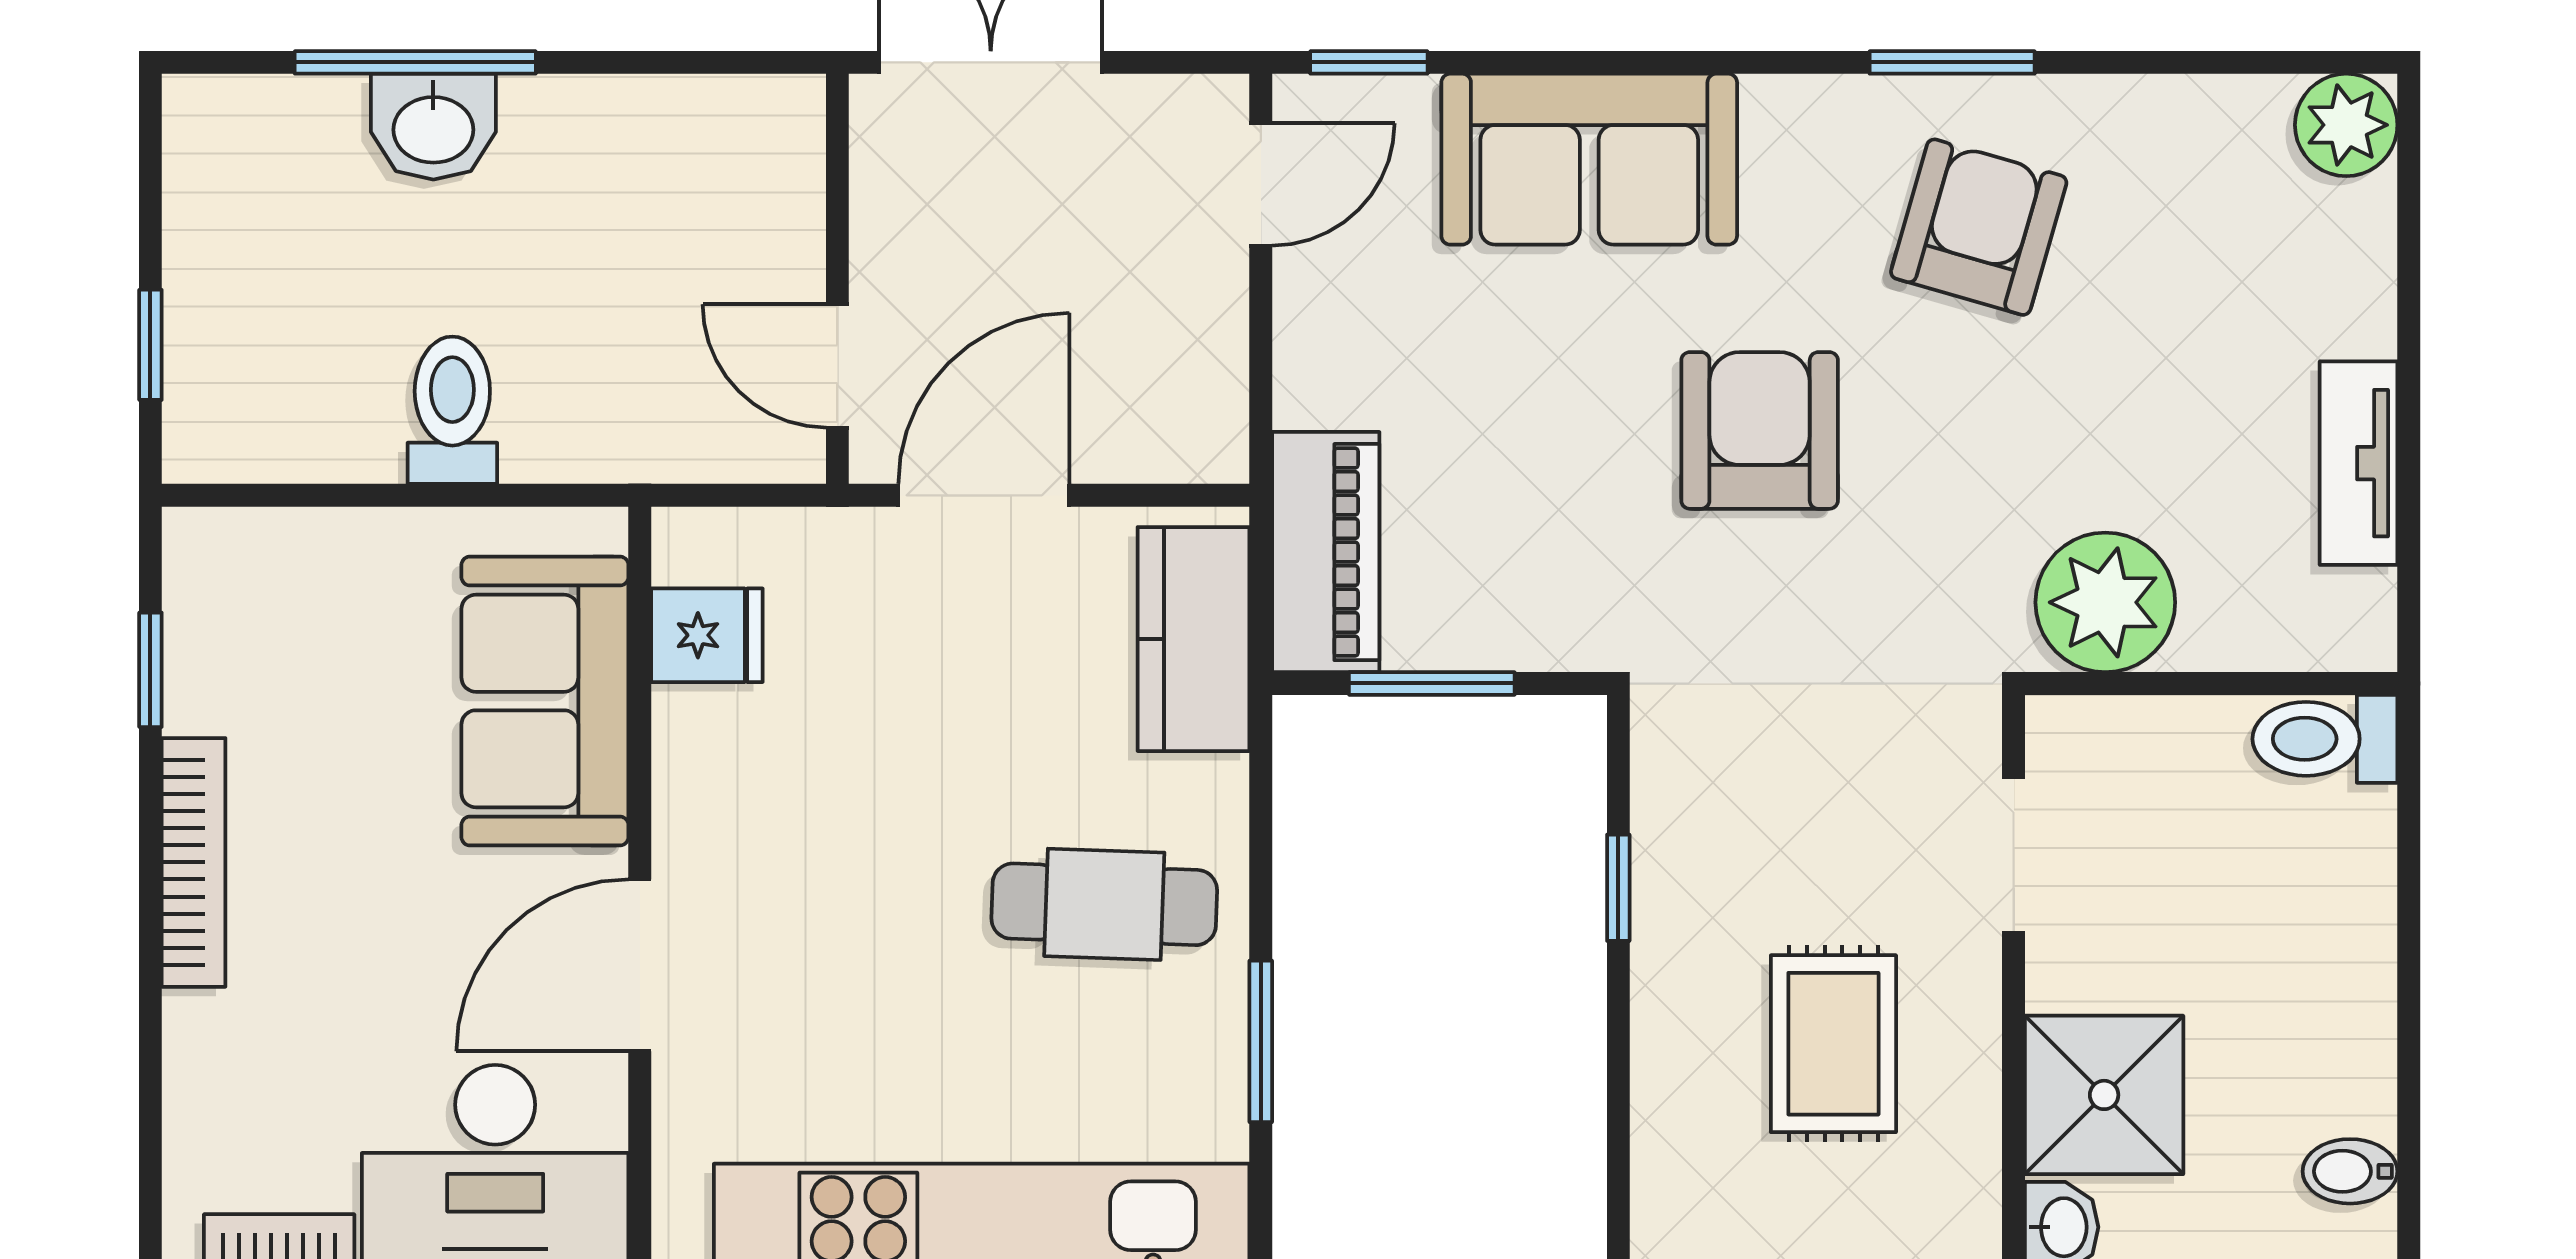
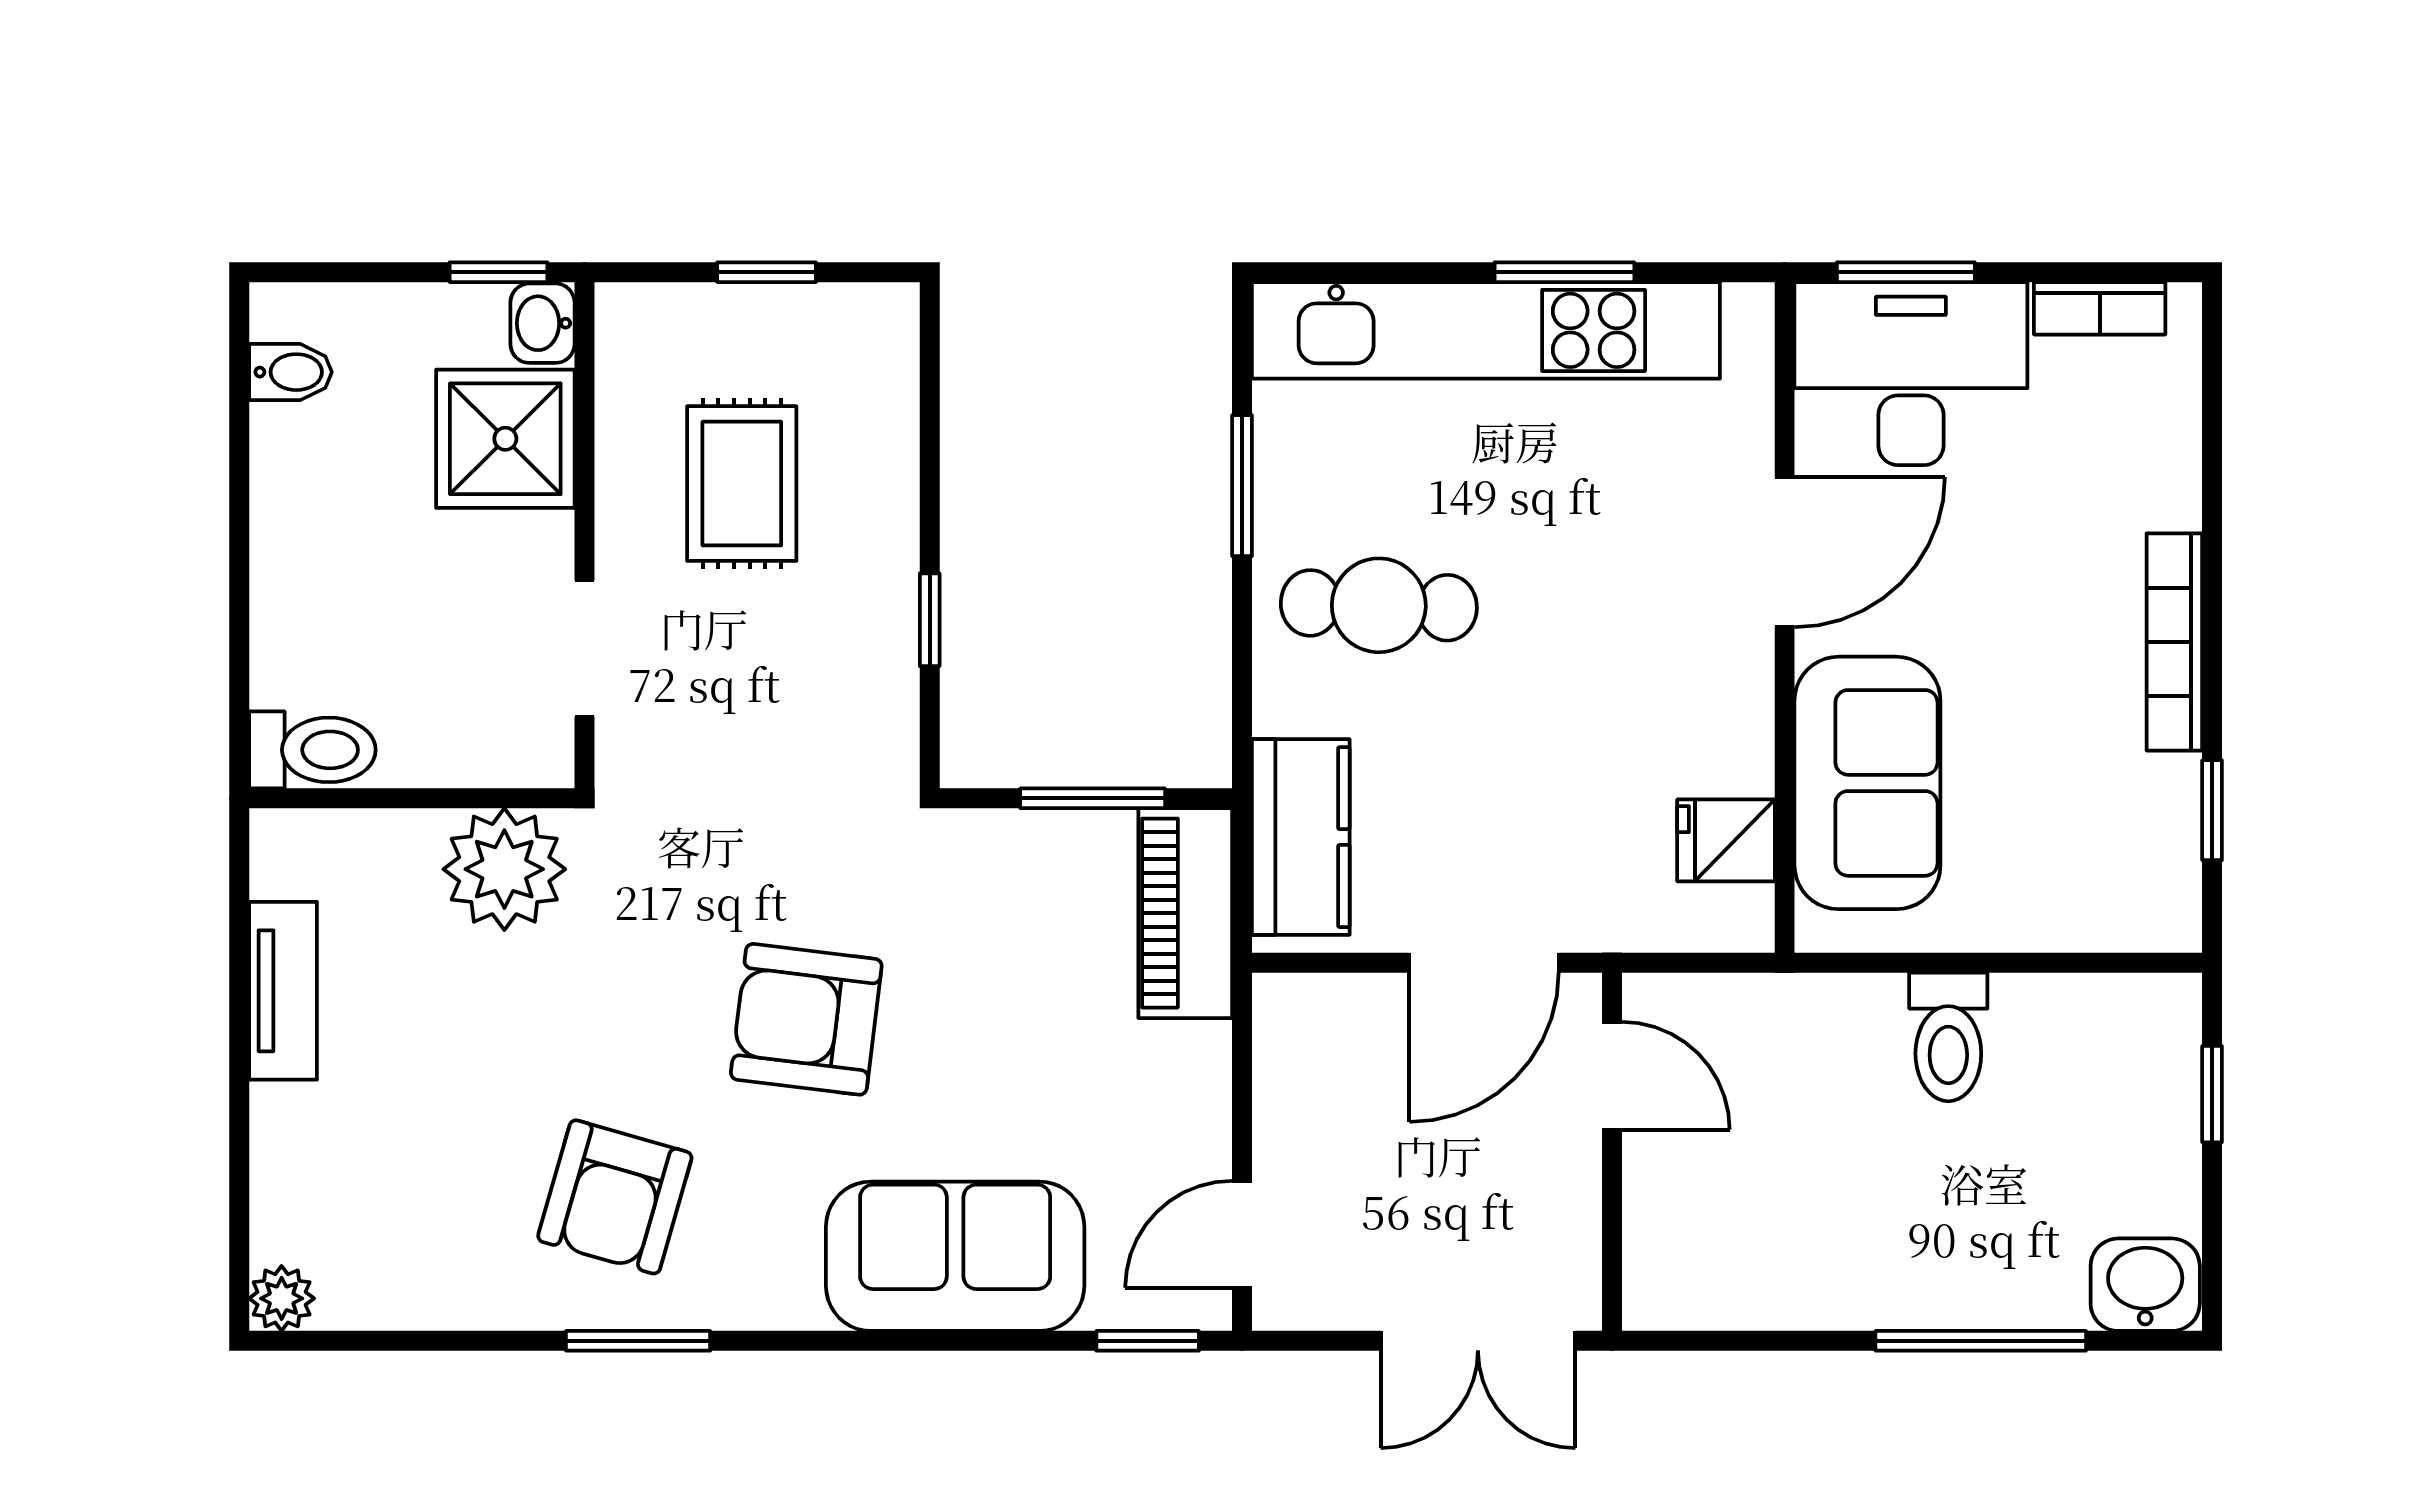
plant: (2346, 125) -> (282, 1298), width x0.73, depth x0.73
washbasin: (433, 127) -> (2145, 1285), moved
armchair: (1760, 430) -> (806, 1019), turned 97

